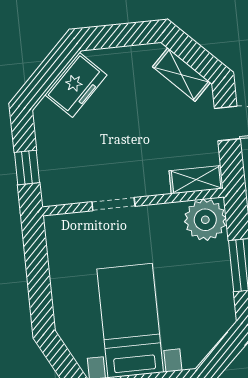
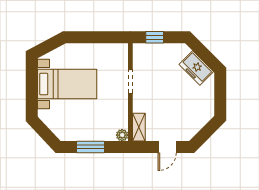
shelving: (181, 75) -> (196, 125), removed
plant: (205, 220) -> (122, 135), width x0.53, depth x0.53

